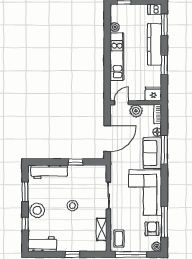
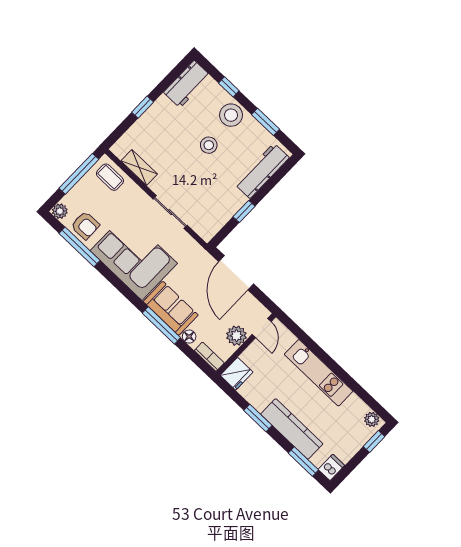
plant: (115, 27) -> (372, 419), moved
stool: (73, 206) -> (209, 145), moved

